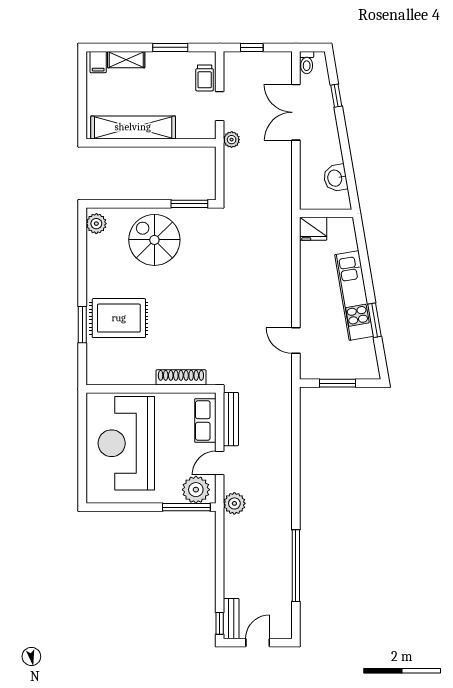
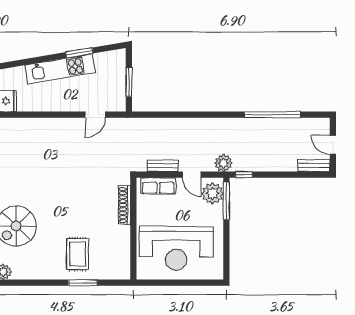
rug: (119, 318) -> (78, 254), width x0.73, depth x0.70
bench: (231, 419) -> (163, 166), width x0.73
window: (220, 623) -> (244, 175), moved

